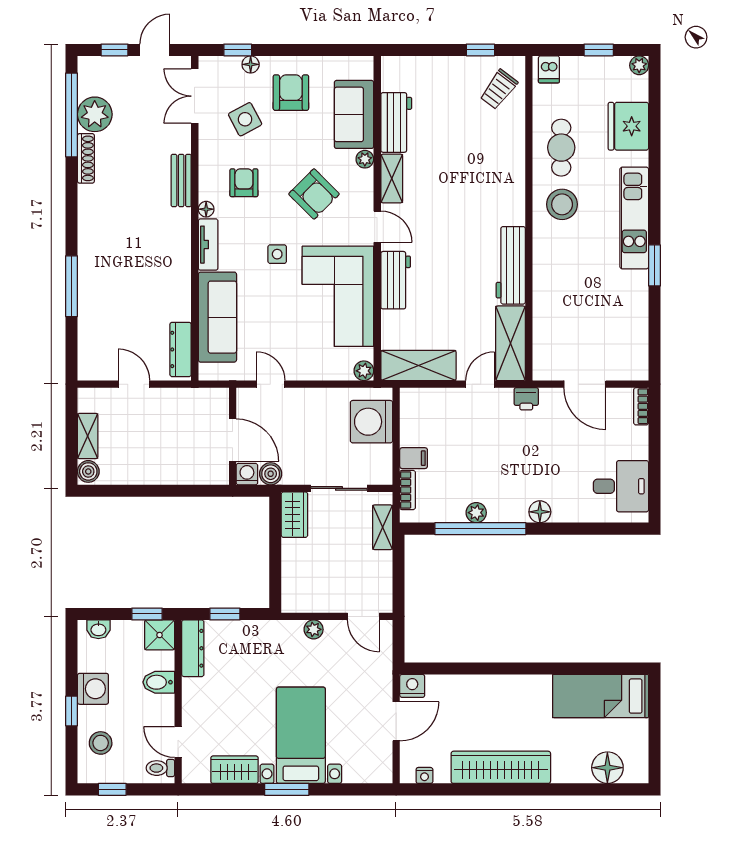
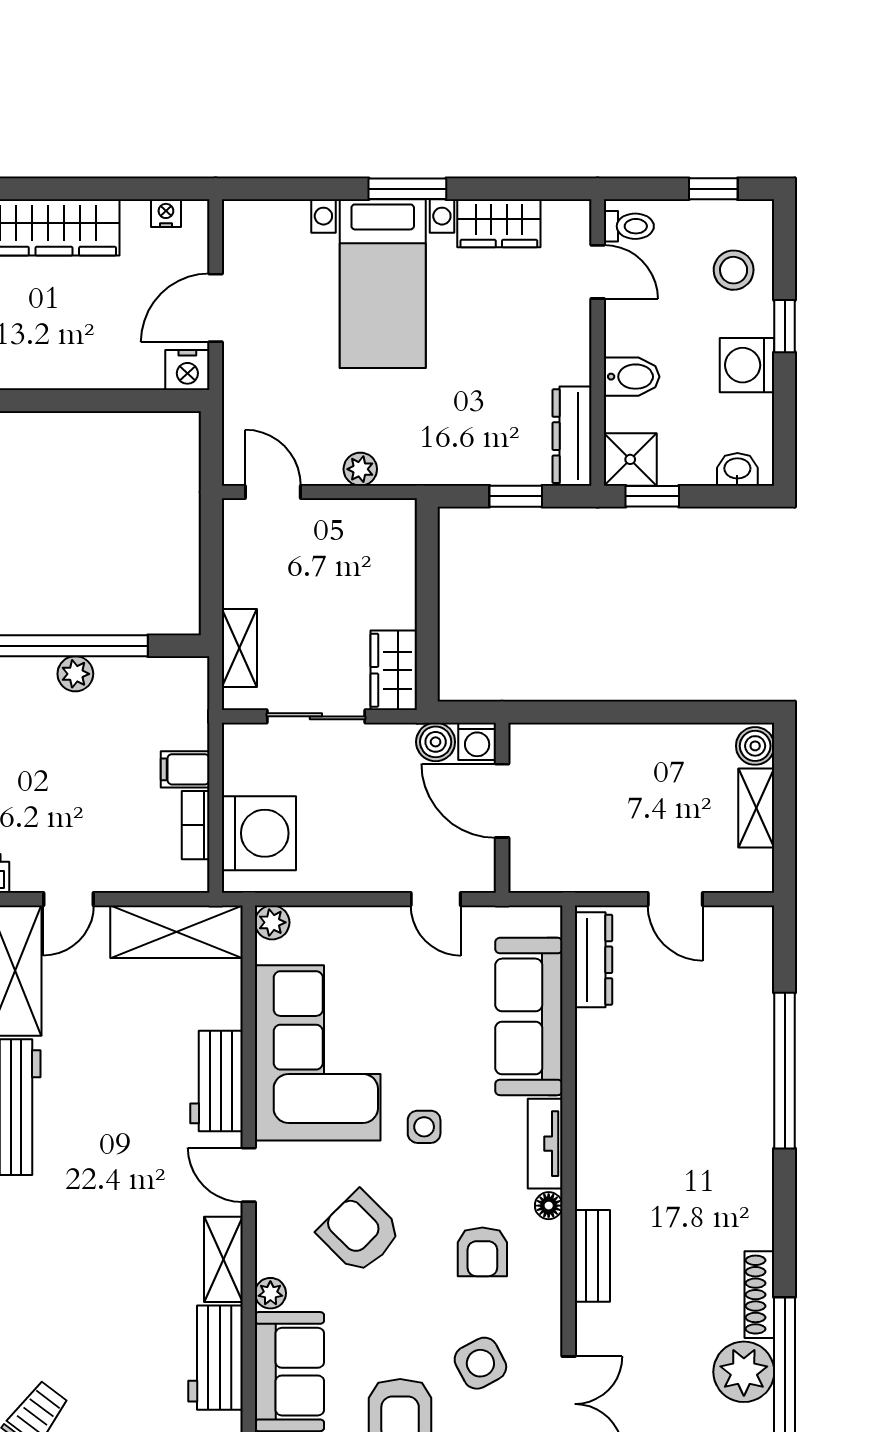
window: (72, 286) -> (785, 1071), width x1.46
bookcase: (408, 490) -> (196, 825), moved

